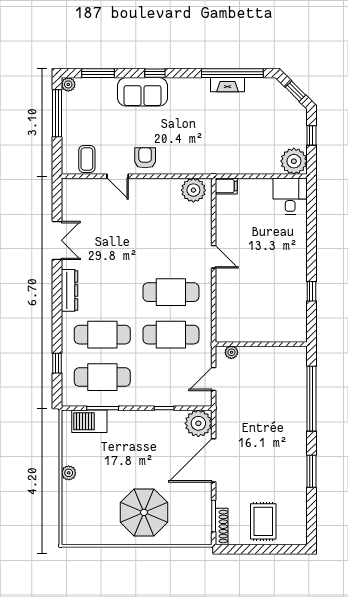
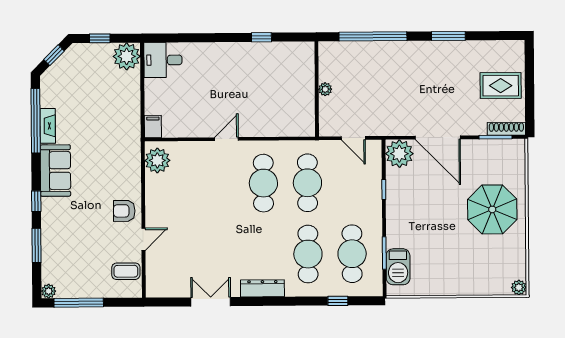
window: (98, 73) -> (37, 245), moved
sofa: (143, 92) -> (55, 171), moved
plant: (231, 352) -> (325, 89), moved
plant: (69, 473) -> (519, 287), moved

